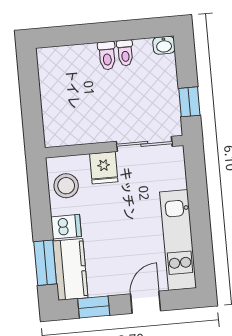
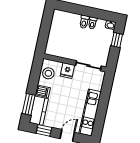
window: (189, 102) -> (117, 40), moved

